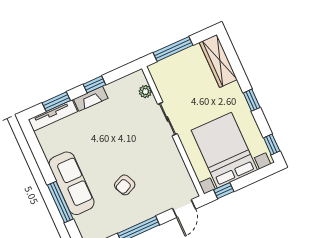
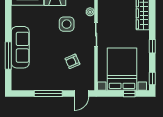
side table: (121, 123) -> (67, 24), added
armchair: (125, 185) -> (72, 61), moved
window: (224, 191) -> (129, 93), moved

